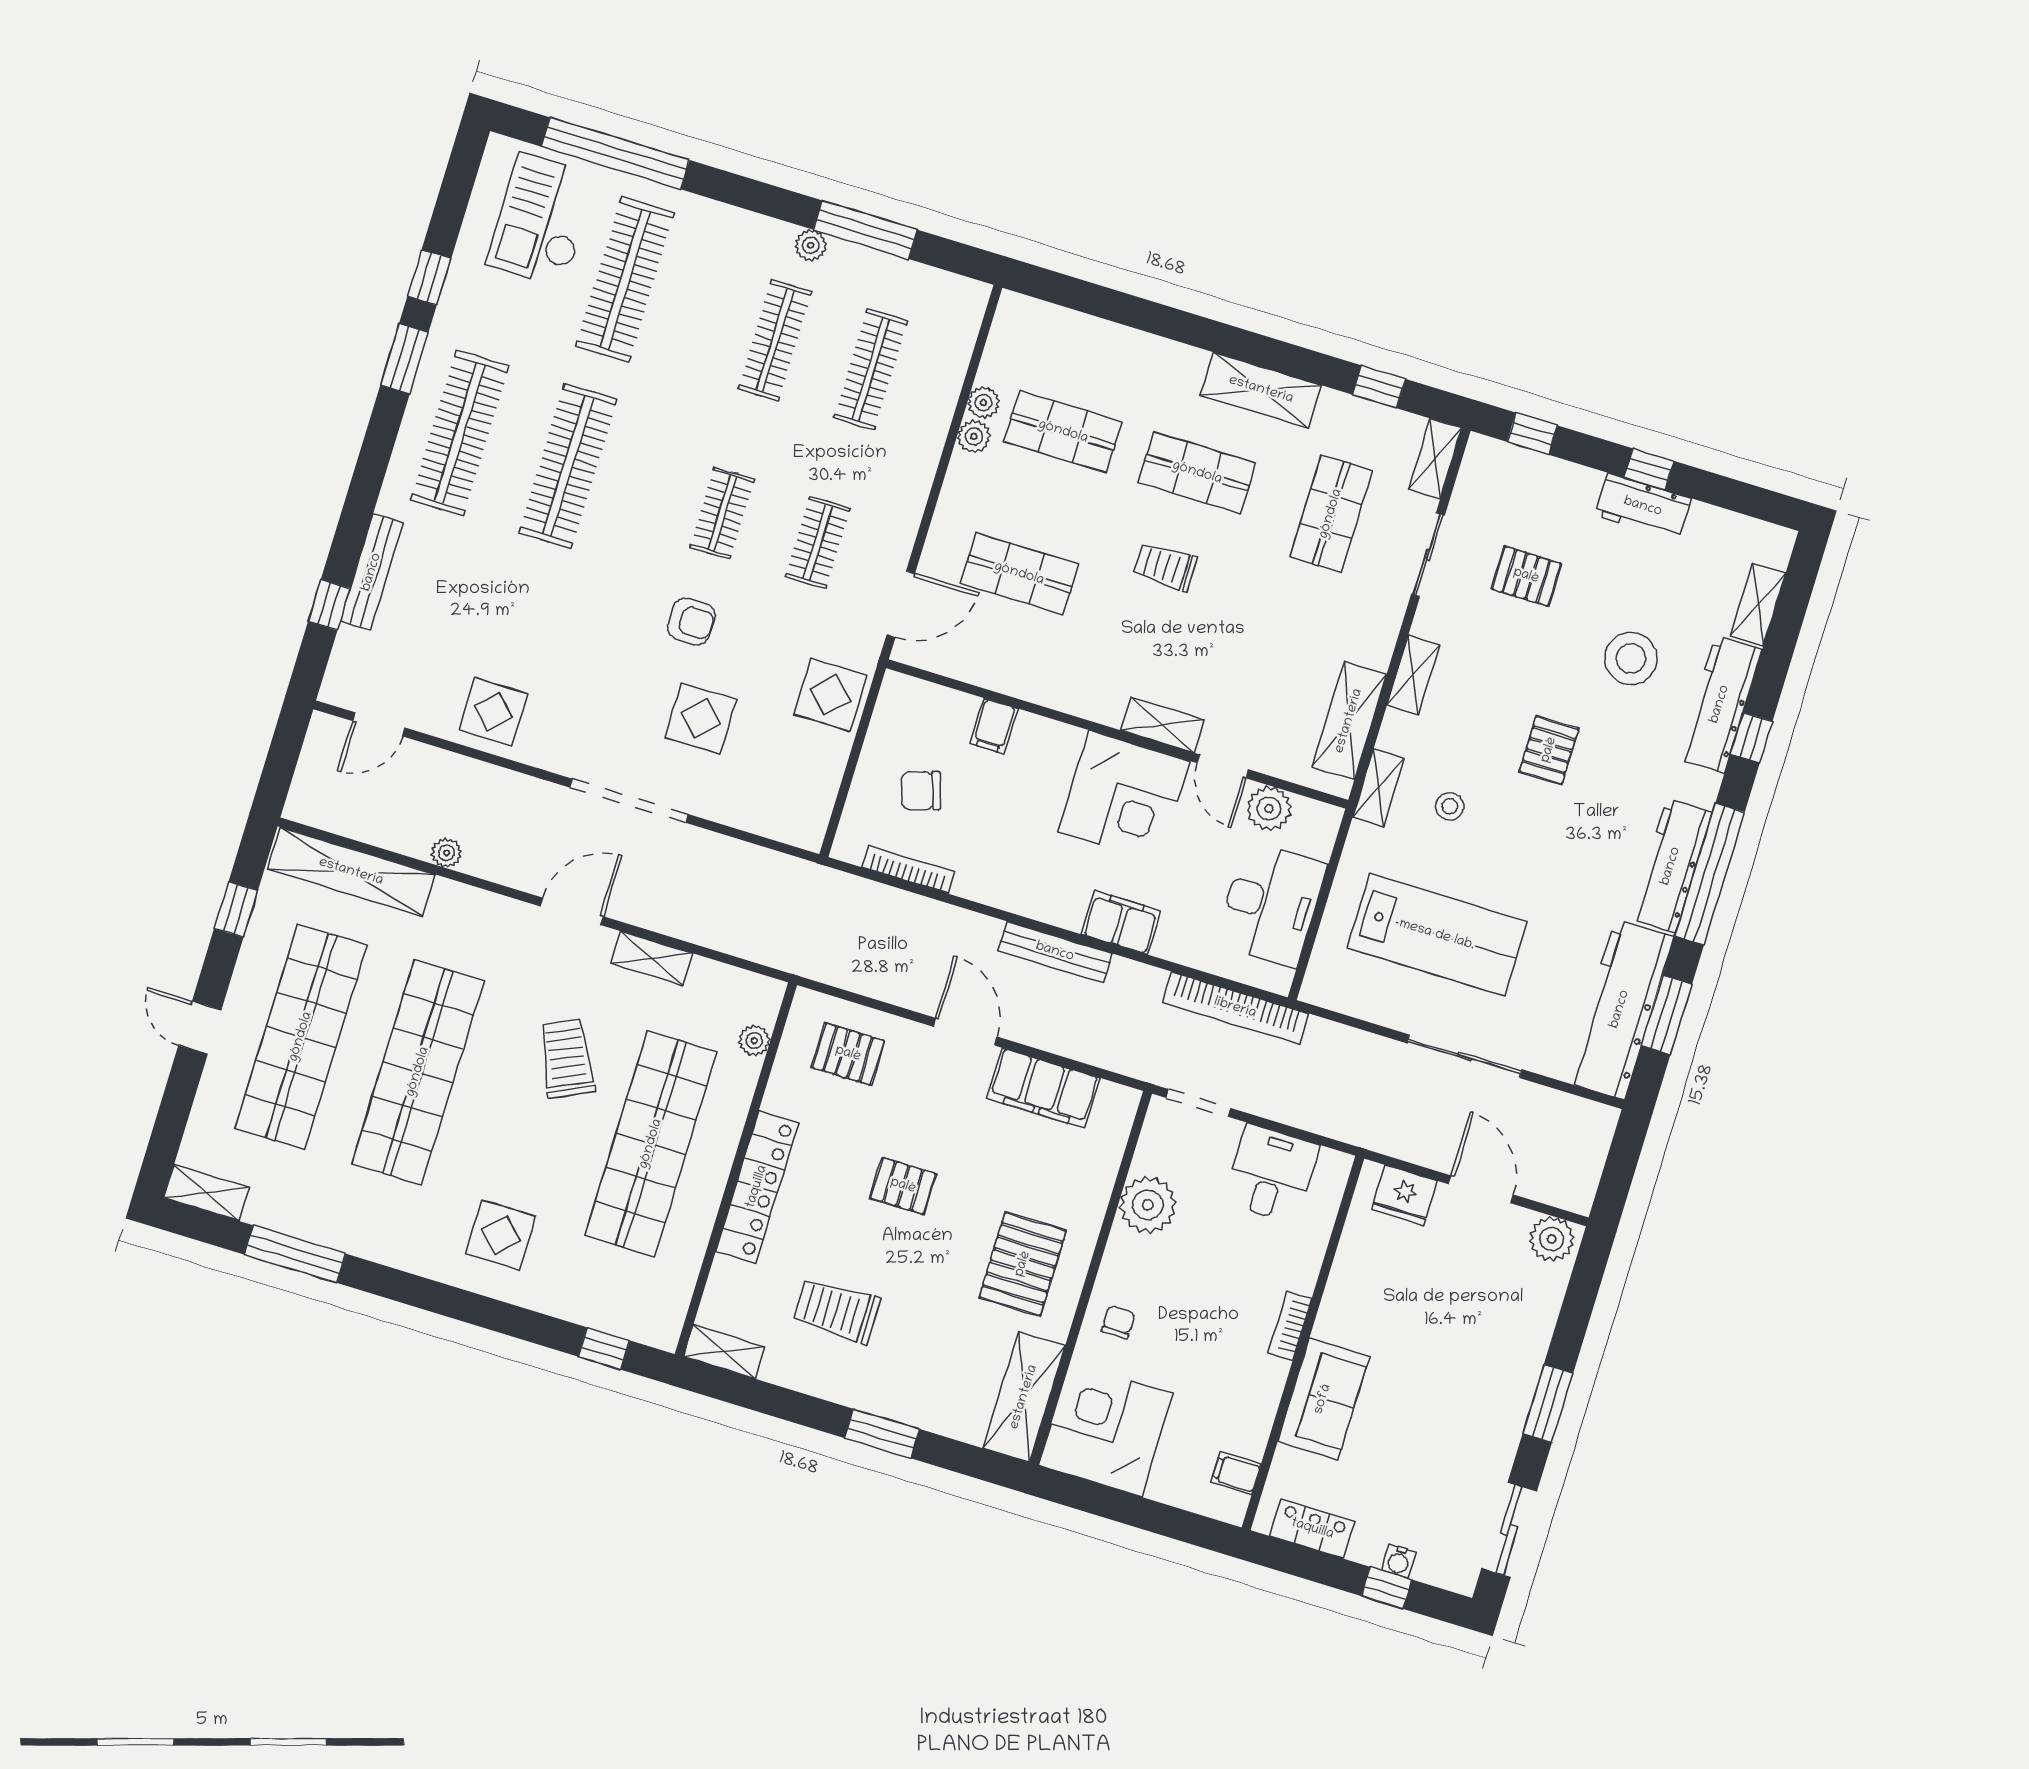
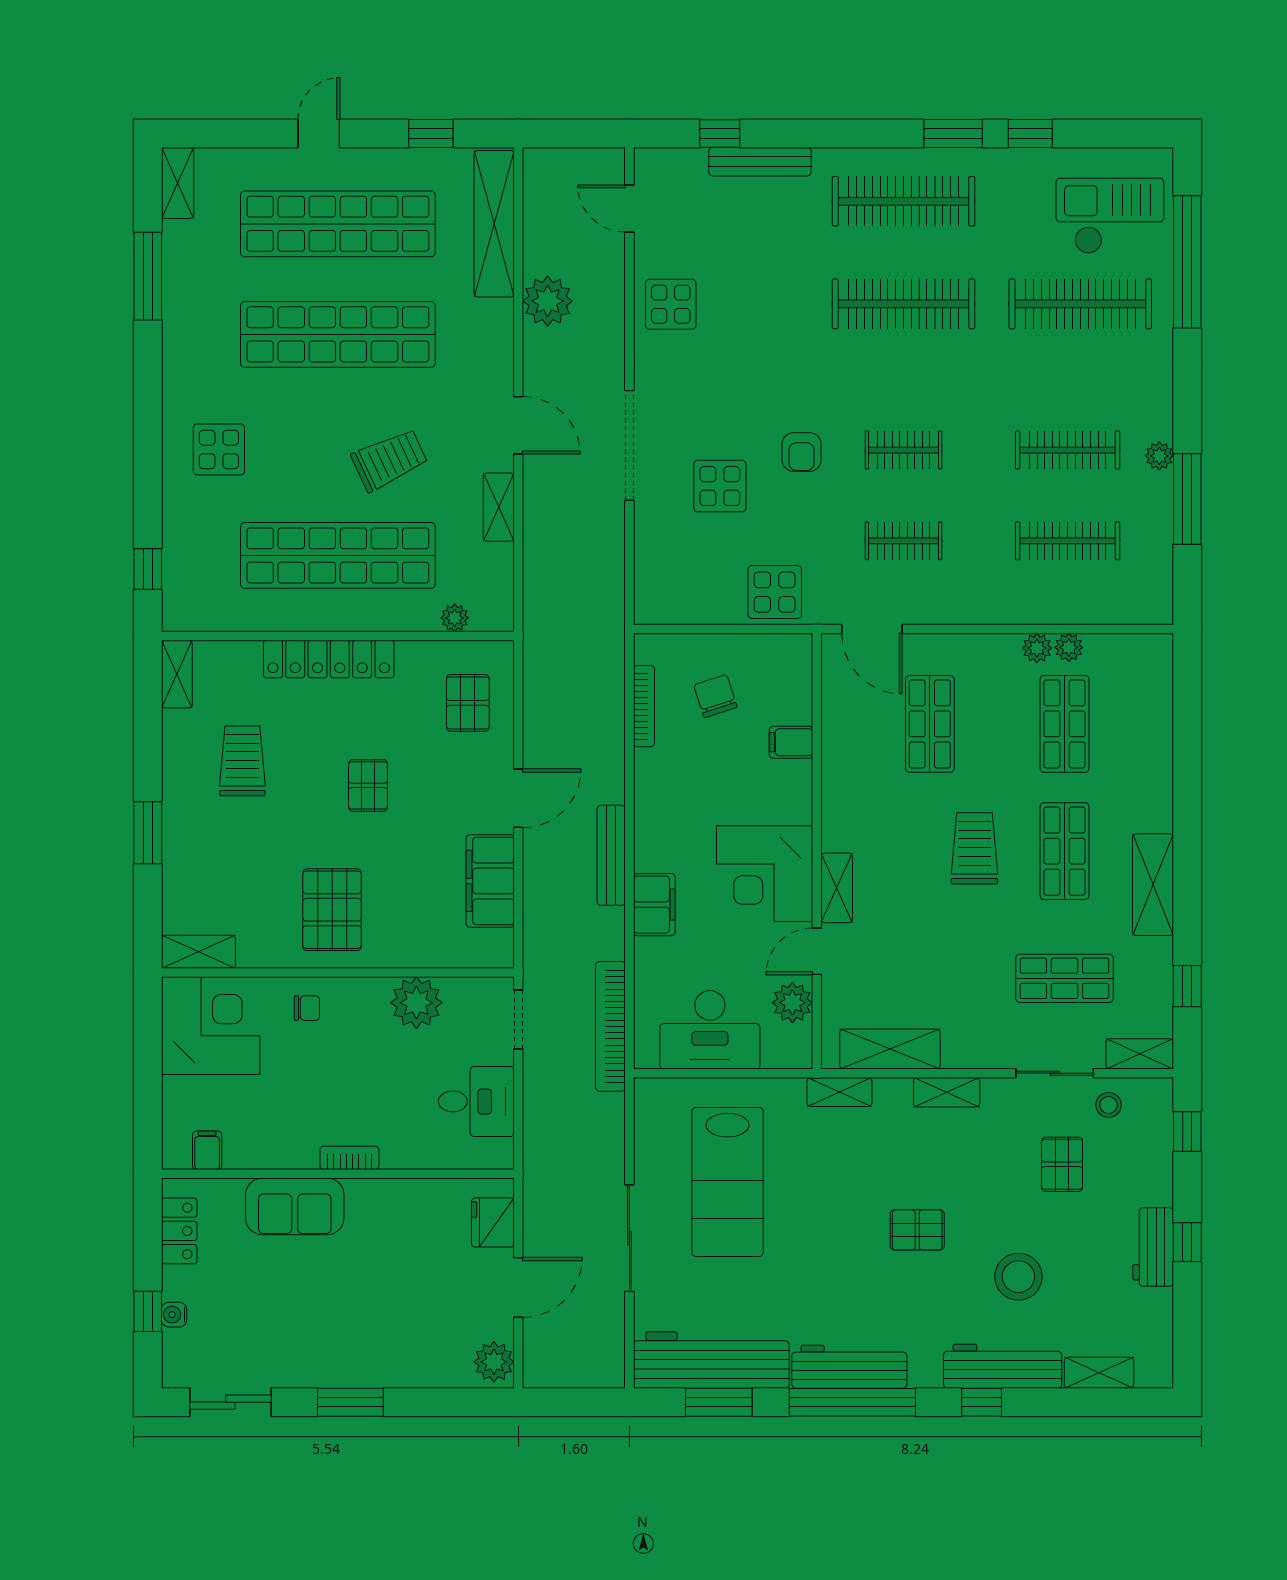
trolley: (1165, 567) -> (975, 848), width x1.36, depth x1.39
stool: (1450, 806) -> (1109, 1105), moved
plant: (446, 853) -> (548, 301), width x1.88, depth x1.88
pallet: (1023, 1264) -> (332, 910), turned 90
shelving: (1024, 1397) -> (199, 952), width x0.67, depth x0.75

